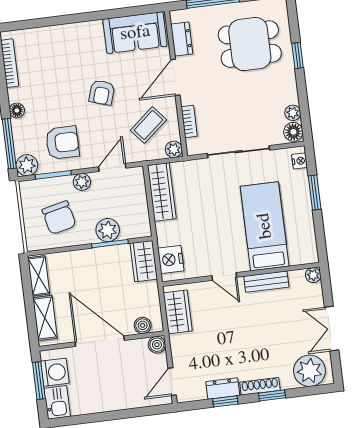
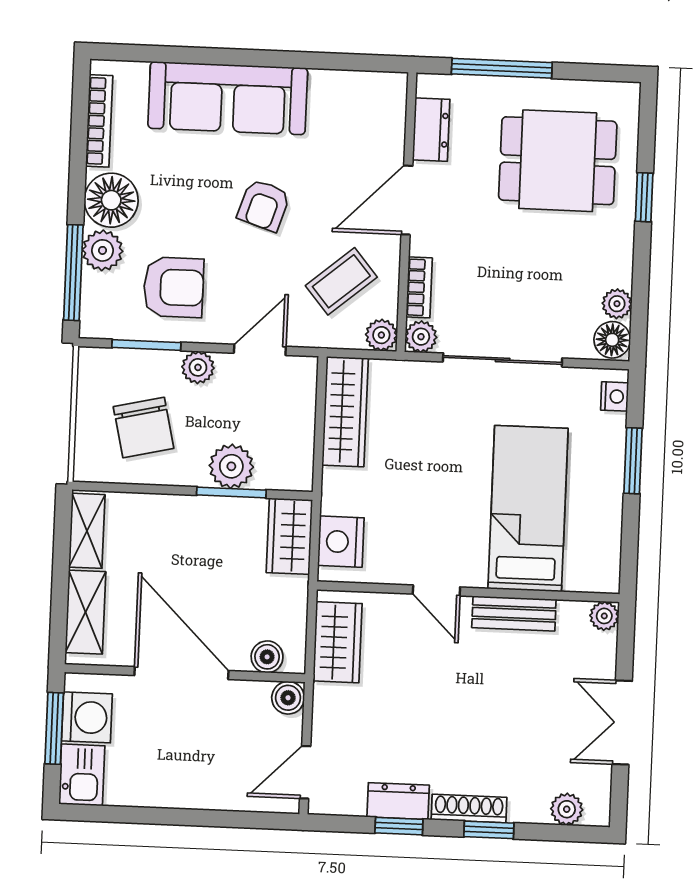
sofa: (135, 33) -> (228, 98), moved, width x1.36
floor lamp: (17, 110) -> (111, 200), width x1.89, depth x1.89
plant: (194, 147) -> (421, 337), added
plant: (27, 165) -> (103, 250), moved
plant: (310, 371) -> (567, 809), width x0.53, depth x0.53

